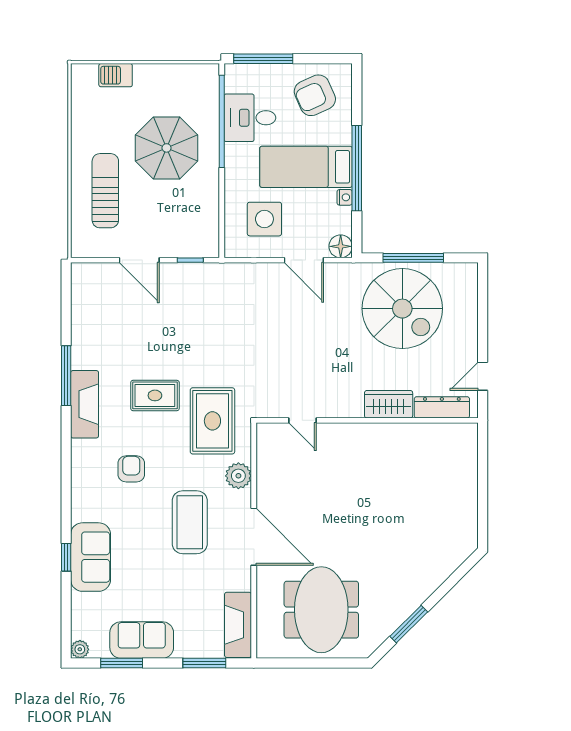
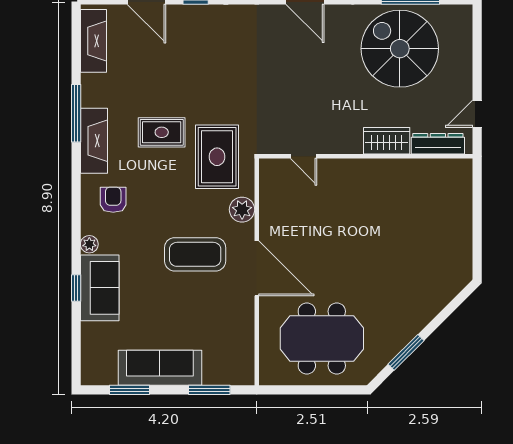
spiral stairs: (402, 309) -> (400, 49), turned 180
armchair: (131, 469) -> (113, 200), moved
coffee table: (190, 522) -> (195, 254), turned 90
meeting table: (321, 610) -> (322, 338), turned 90
fireplace: (238, 625) -> (93, 41), moved, turned 180
sofa: (142, 640) -> (160, 368), width x1.36
plant: (80, 649) -> (89, 244), moved

